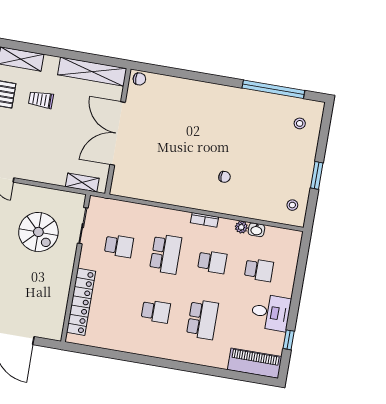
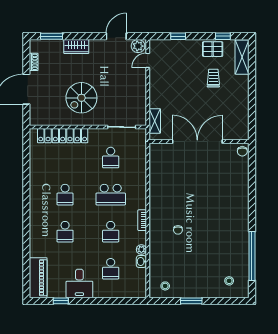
shelving: (92, 72) -> (242, 114), removed
spiral stairs: (38, 232) -> (81, 98), moved
school desk: (202, 319) -> (65, 232), width x0.54

